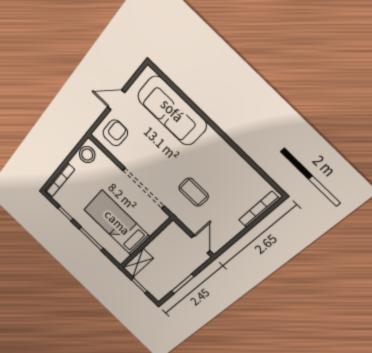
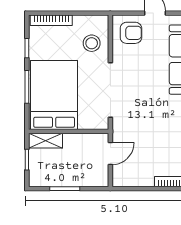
stool: (87, 155) -> (92, 43), moved
coffee table: (194, 192) -> (143, 128), removed
bed: (117, 223) -> (54, 95), width x1.50
door: (201, 244) -> (110, 154), moved

